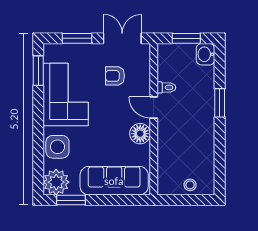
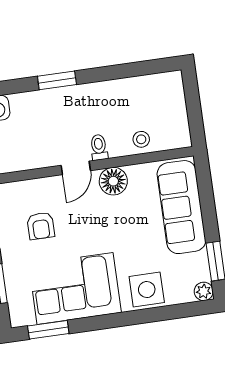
toilet: (166, 87) -> (99, 147), moved
plant: (56, 182) -> (204, 291), width x0.53, depth x0.53
stool: (190, 185) -> (141, 139), moved

